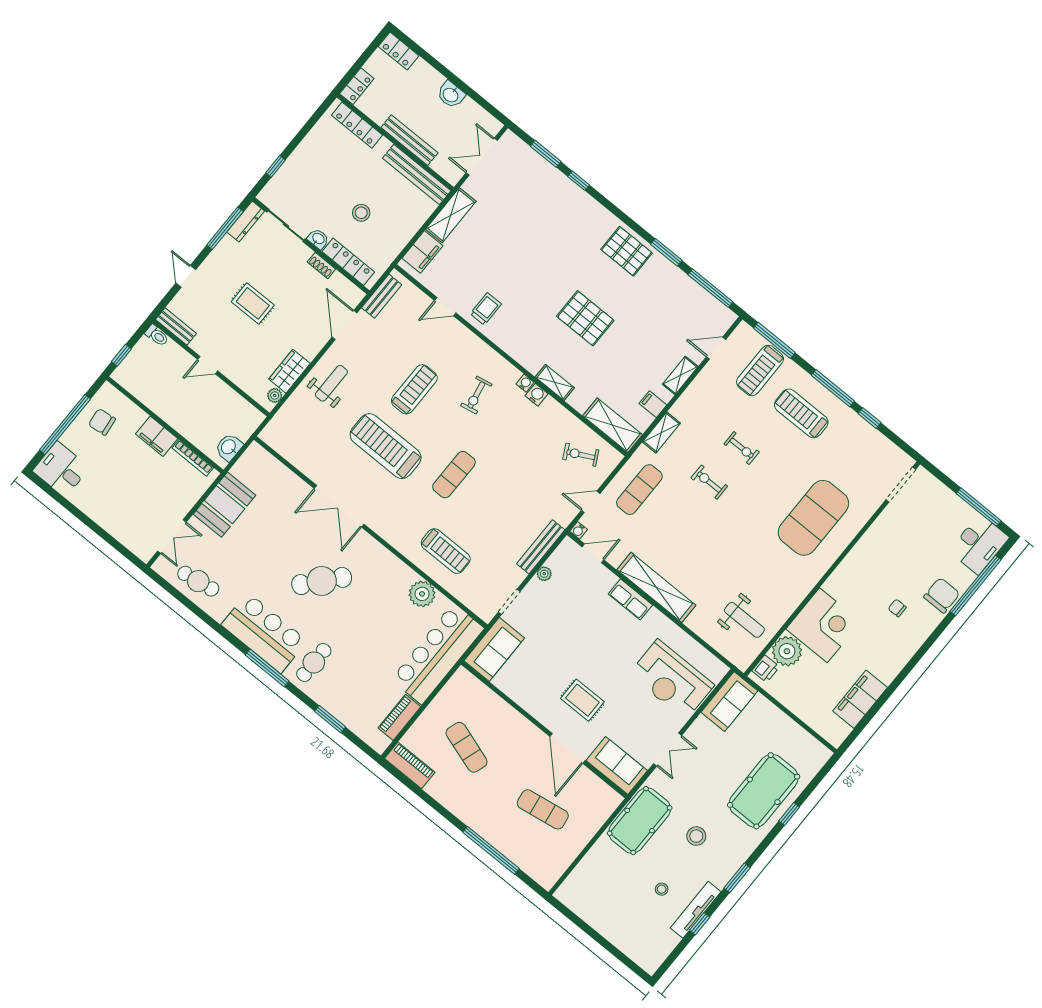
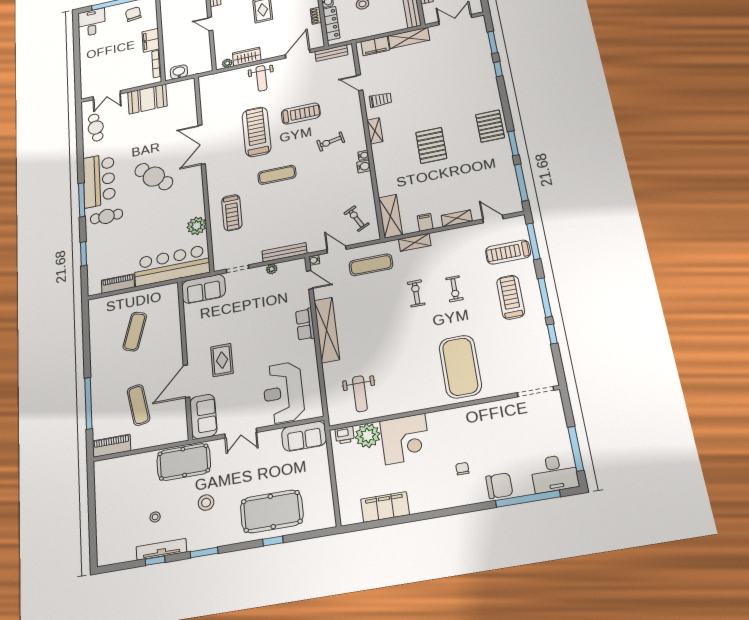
shelving: (555, 382) -> (375, 131), moved
weight bench: (331, 383) -> (261, 78), turned 90
exercise mat: (813, 518) -> (460, 367), turned 90
piano: (410, 765) -> (112, 446), moved, turned -90

